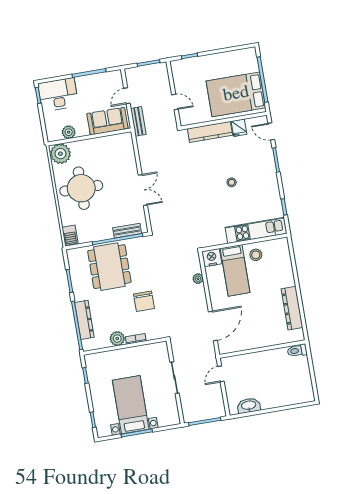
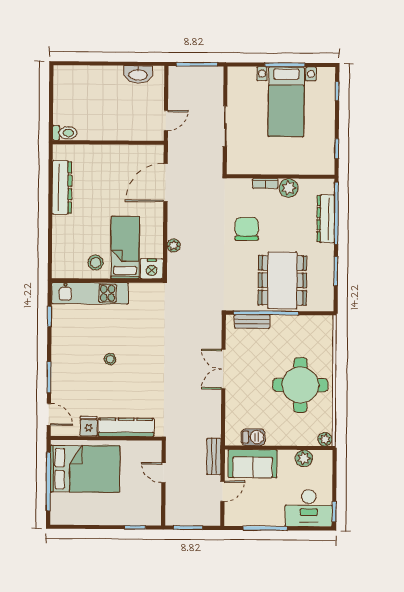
plant: (60, 154) -> (325, 439), width x0.53, depth x0.53
barbecue: (70, 235) -> (253, 437), moved, turned 90

